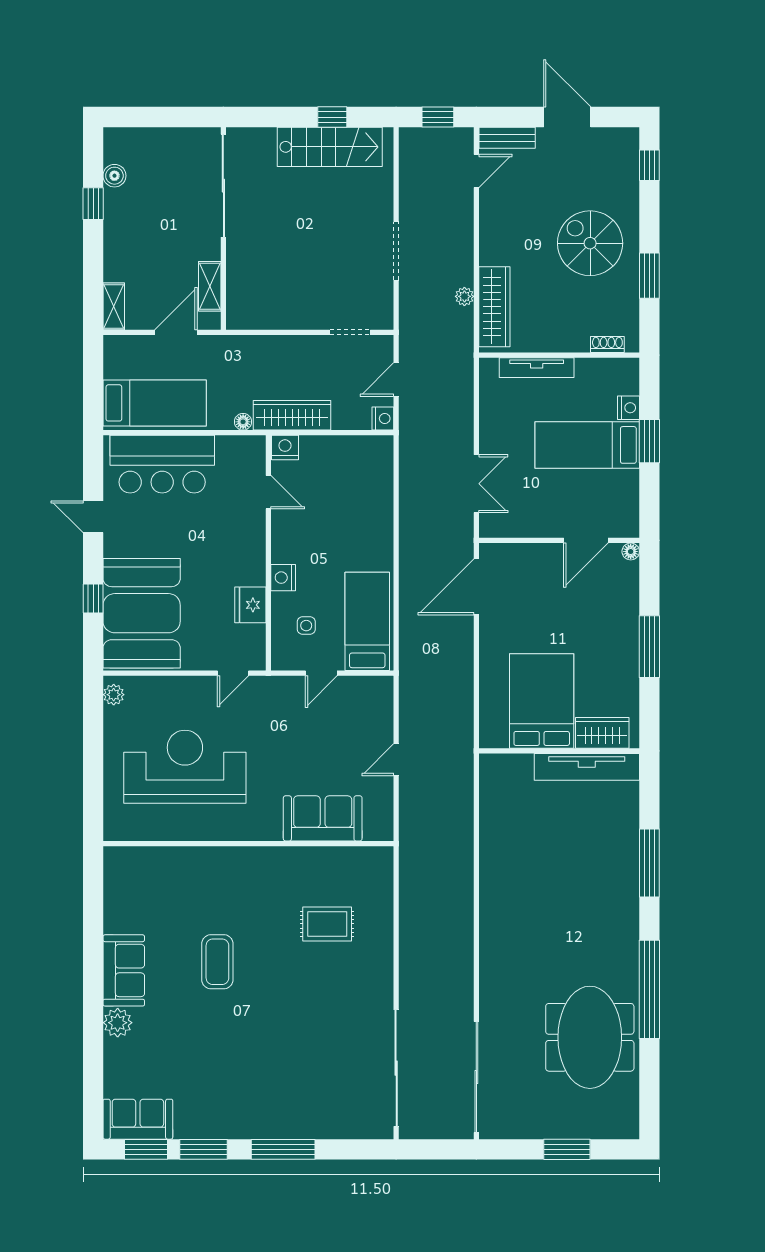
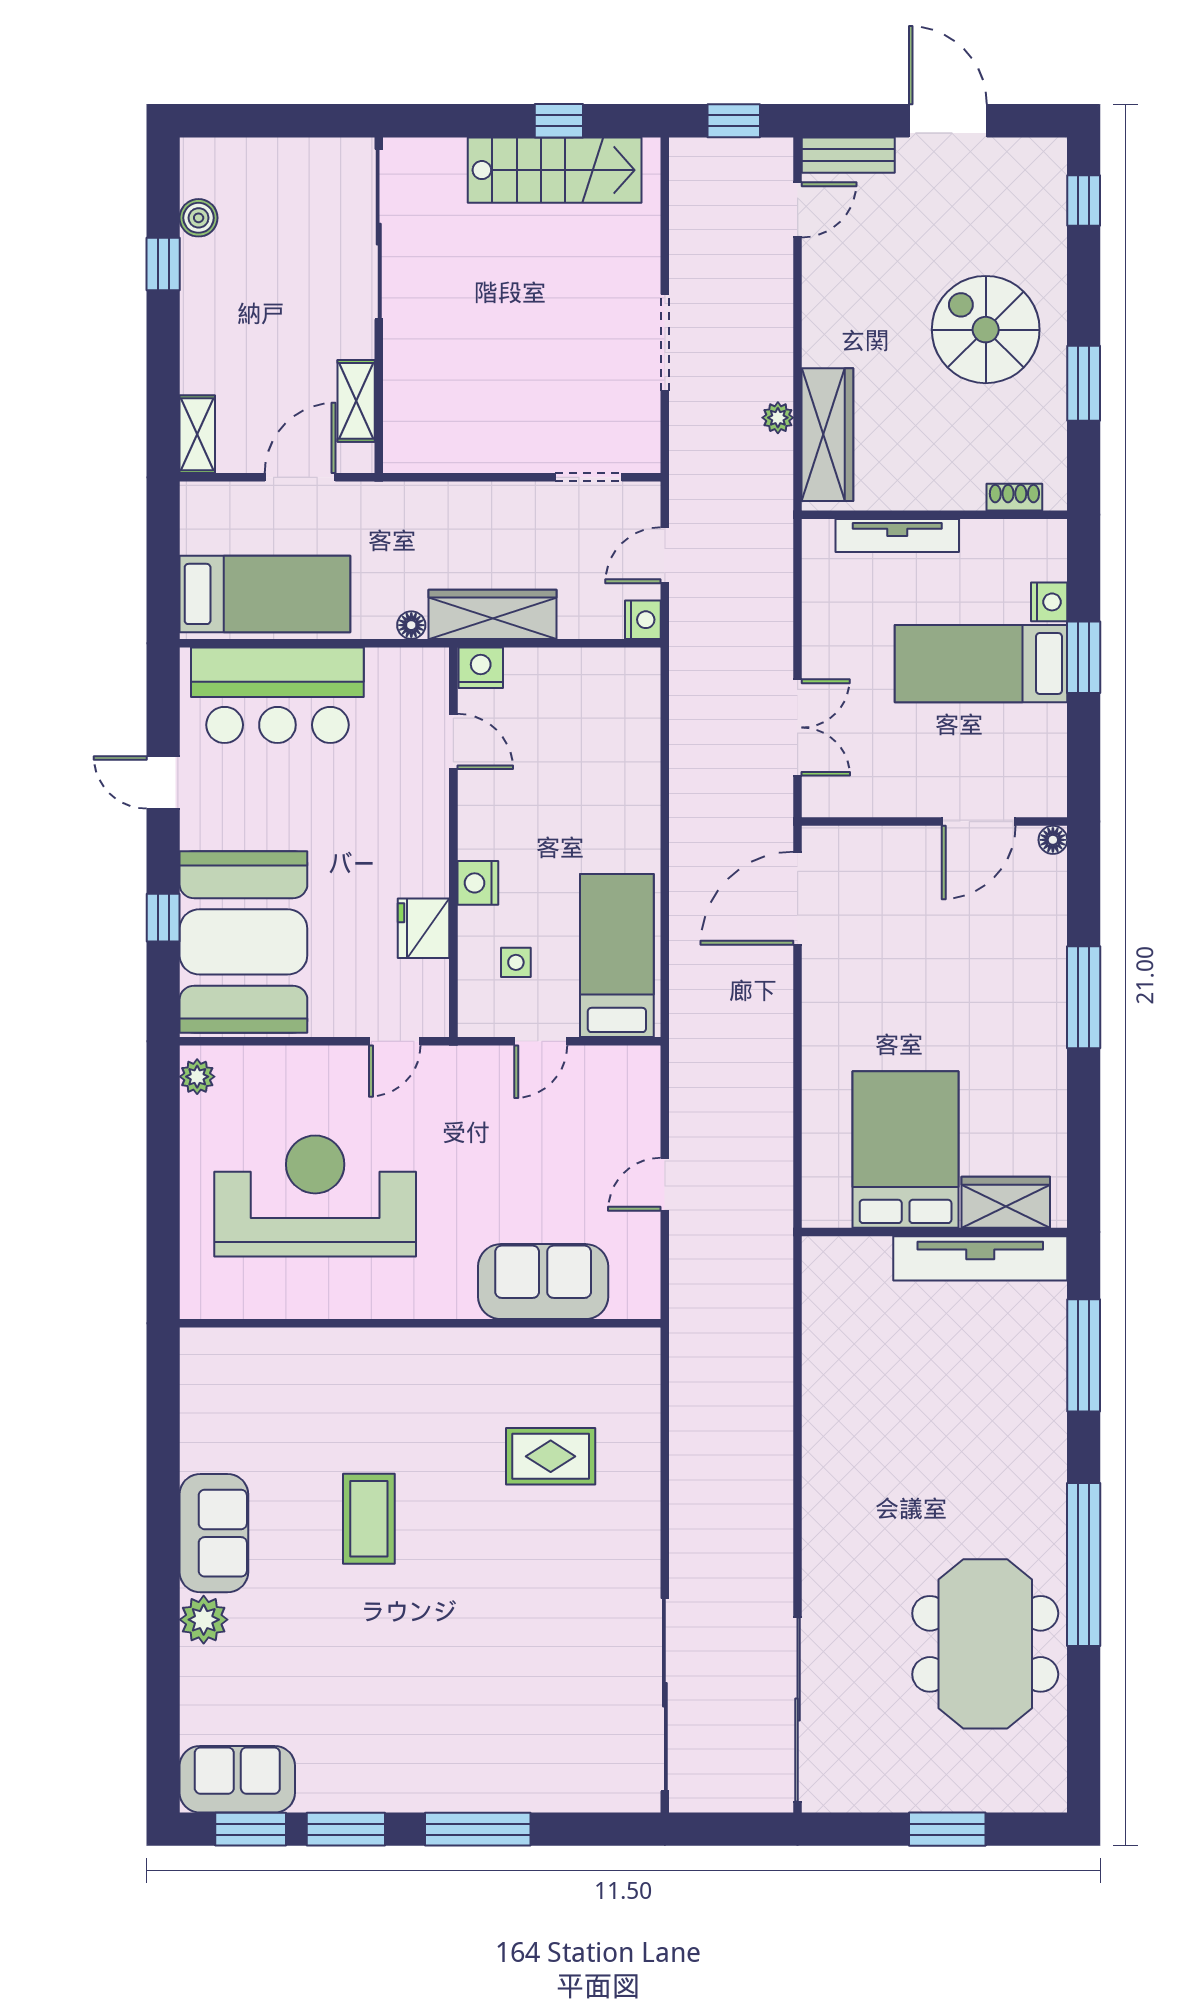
bed: (542, 701) -> (906, 1150), moved
wardrobe: (602, 733) -> (1006, 1202), moved
wall: (559, 751) -> (934, 1232), moved
tv unit: (587, 767) -> (980, 1258), moved

